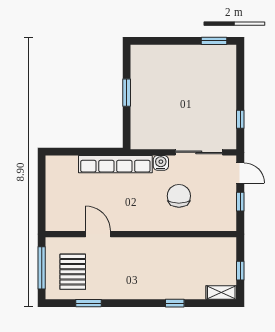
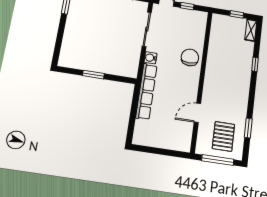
chair: (179, 196) -> (190, 57), moved, turned 90
pallet: (73, 272) -> (223, 136), turned 90

